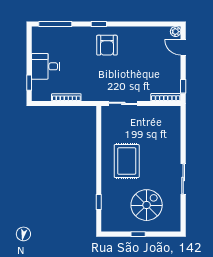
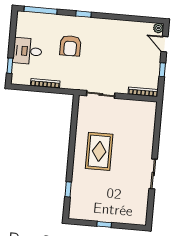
armchair: (107, 45) -> (70, 46), moved
window: (183, 86) -> (162, 70), moved
spiral stairs: (147, 205) -> (115, 196), removed

